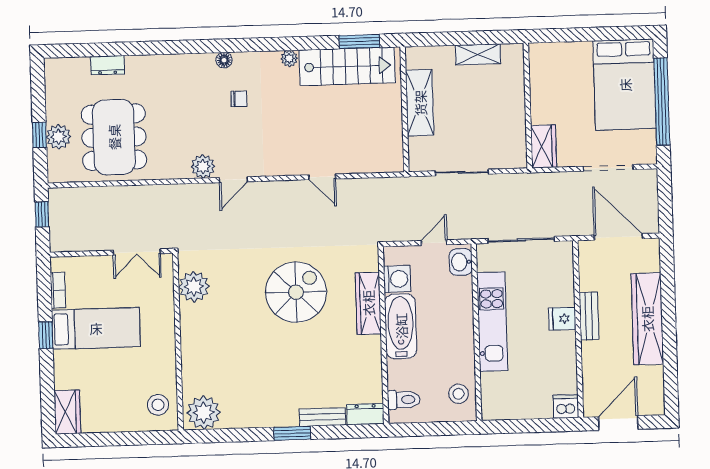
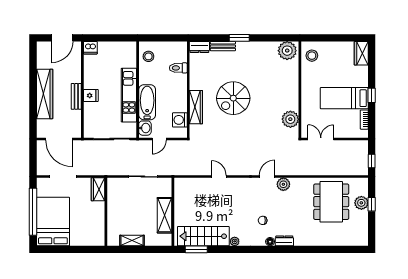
dresser: (107, 65) -> (284, 241), moved
spiral stairs: (296, 292) -> (233, 98), moved
bathtub: (401, 326) -> (147, 102), moved, turned 180
toilet: (404, 400) -> (178, 68), moved

